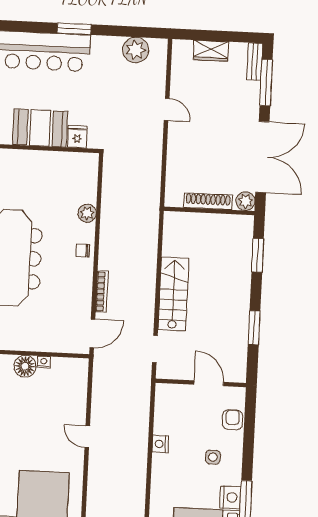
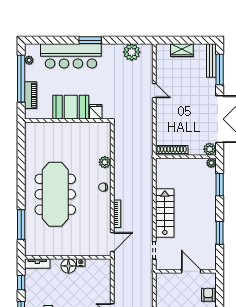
bench: (255, 62) -> (211, 60), width x1.36
shoe rack: (208, 201) -> (172, 150), moved
plant: (247, 222) -> (211, 163), added

